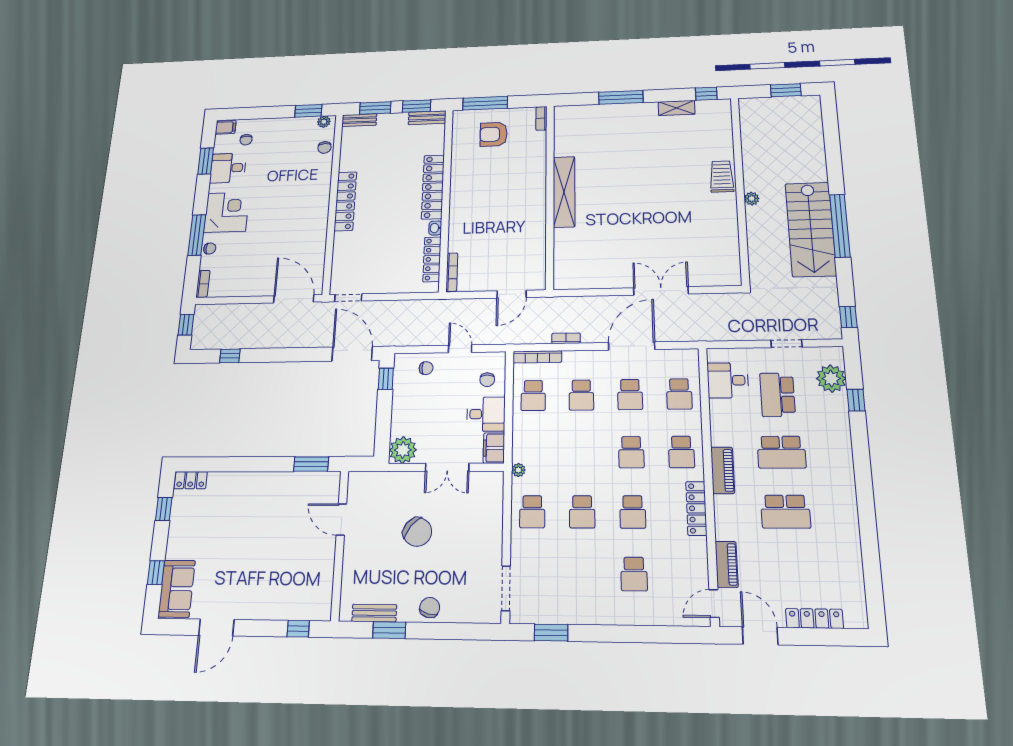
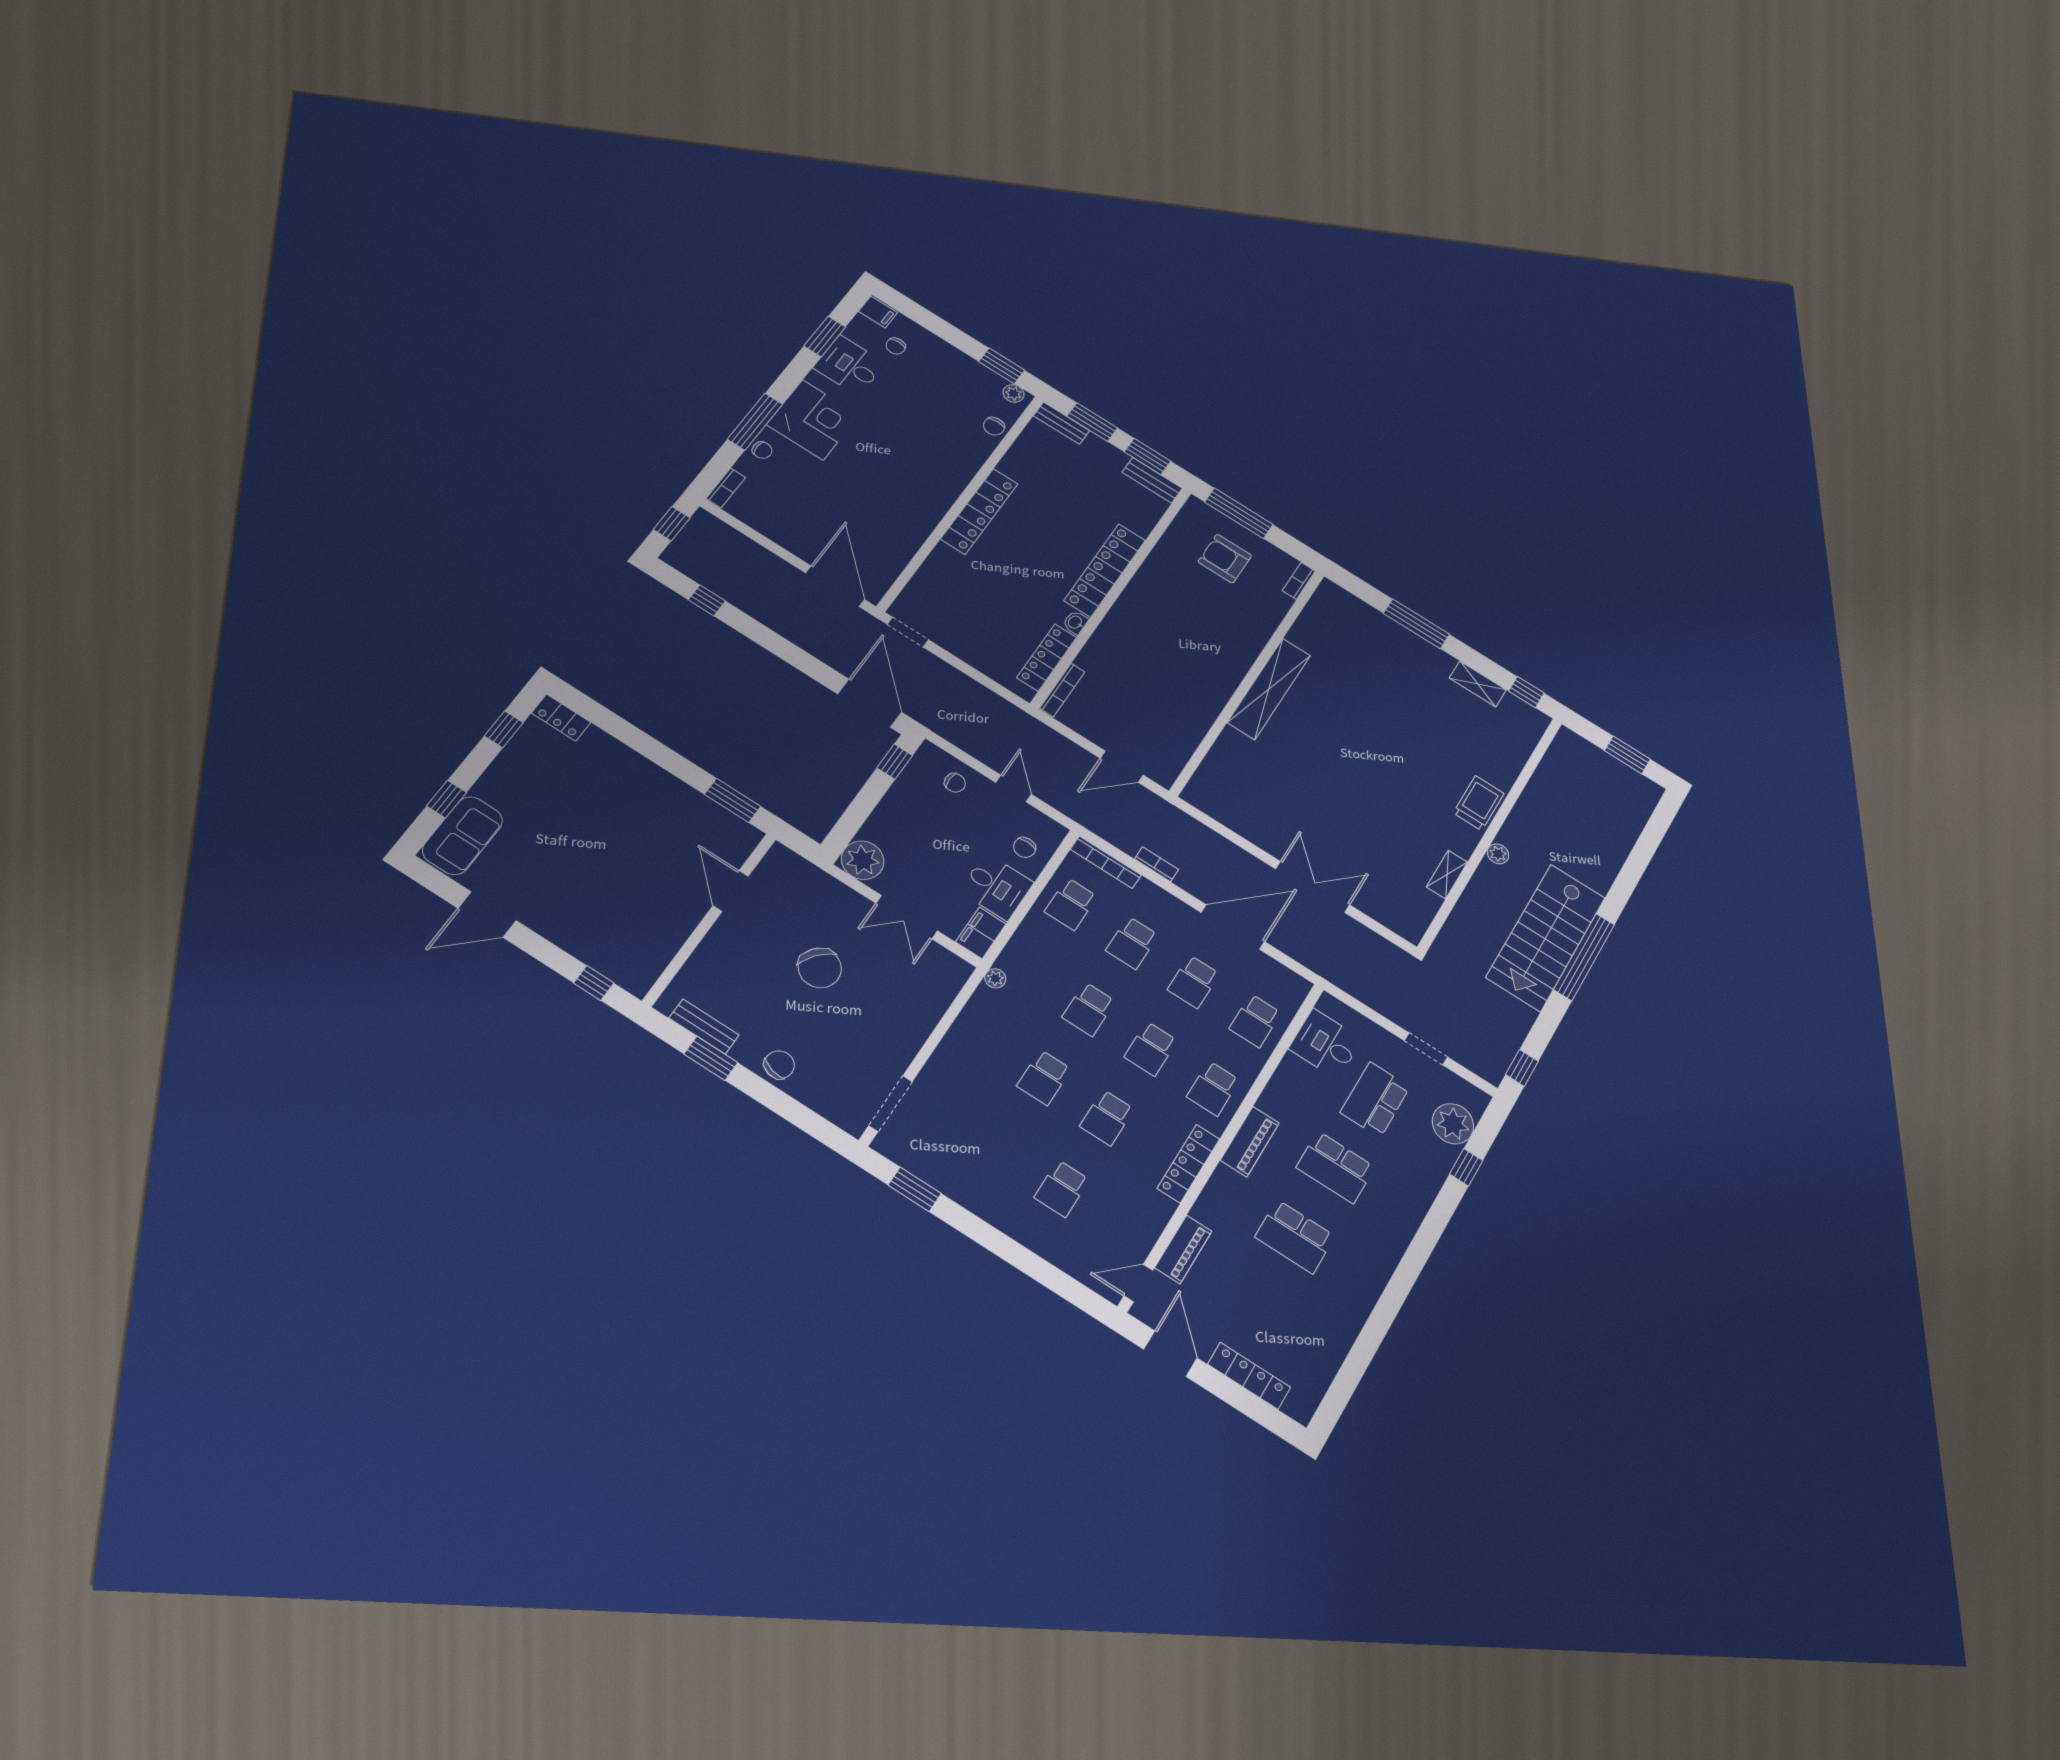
shelving: (731, 231) -> (1447, 875), added
school desk: (532, 512) -> (1089, 1009), moved

